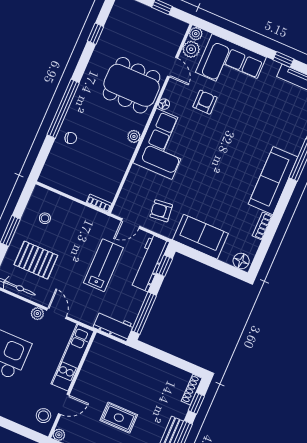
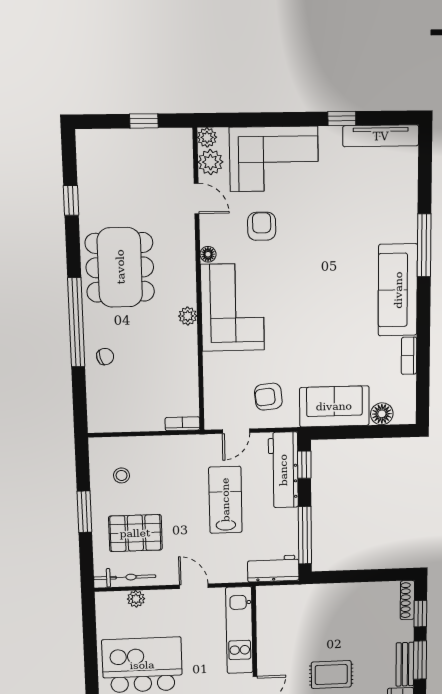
dining table: (132, 85) -> (120, 267), moved, turned 90
floor lamp: (241, 261) -> (382, 414), moved
plant: (37, 314) -> (136, 599), moved

